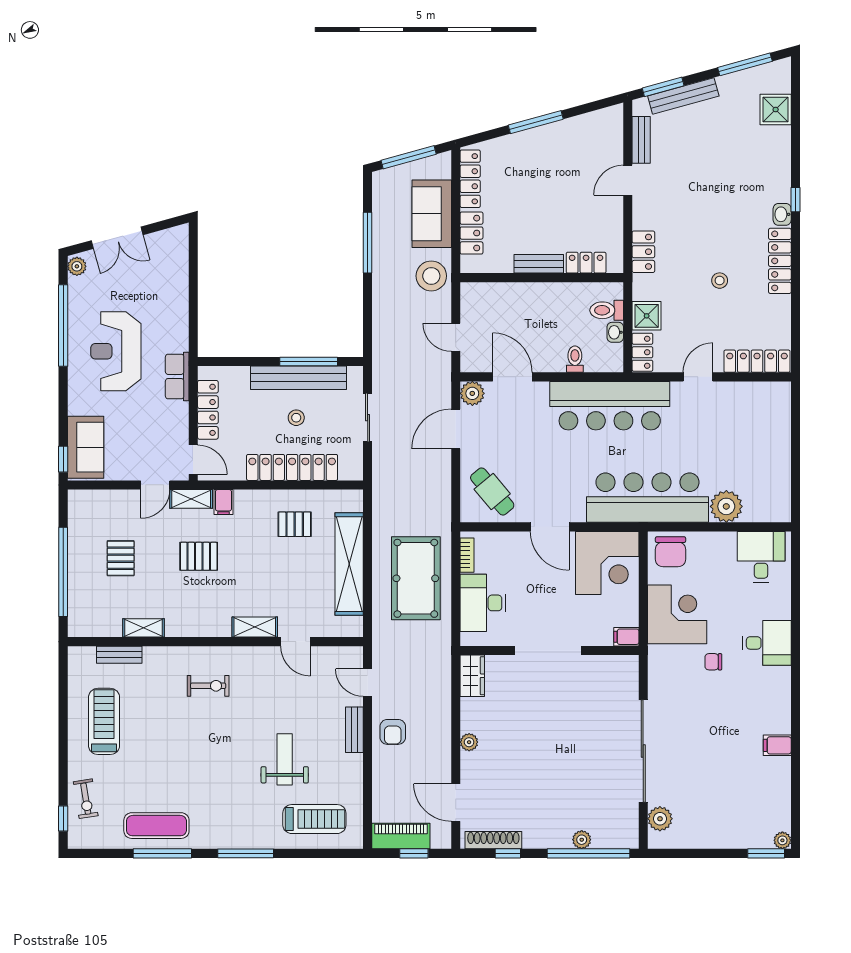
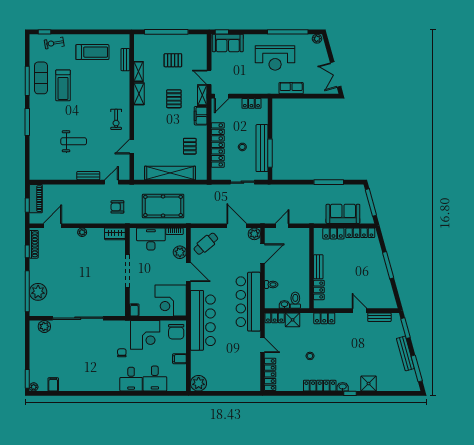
bench: (683, 96) -> (405, 353), moved
shower: (776, 110) -> (369, 384), moved
double door: (117, 238) -> (336, 75), moved
stool: (431, 276) -> (312, 214), removed
reception desk: (116, 351) -> (275, 58), turned 180
row of seats: (177, 376) -> (291, 88), moved
locker: (208, 410) -> (251, 103), width x0.66
filing cabinet: (223, 502) -> (201, 116), width x2.00
plant: (726, 506) -> (199, 383), moved
door: (550, 527) -> (188, 272), swing flipped
plant: (509, 544) -> (180, 252), added
filing cabinet: (725, 545) -> (179, 359), added
chair: (671, 552) -> (176, 332), turned -90
desk: (761, 557) -> (155, 379), moved, turned 90
shelving: (255, 627) -> (139, 94), moved
exercise bike: (208, 686) -> (116, 119), moved
armchair: (393, 732) -> (117, 207), moved
filing cabinet: (777, 745) -> (53, 384), moved
treadmill: (314, 819) -> (63, 85), moved
plant: (582, 840) -> (38, 292), width x1.88, depth x1.88

